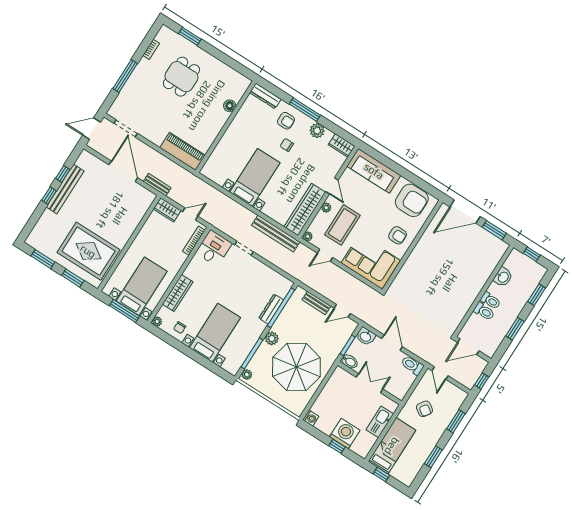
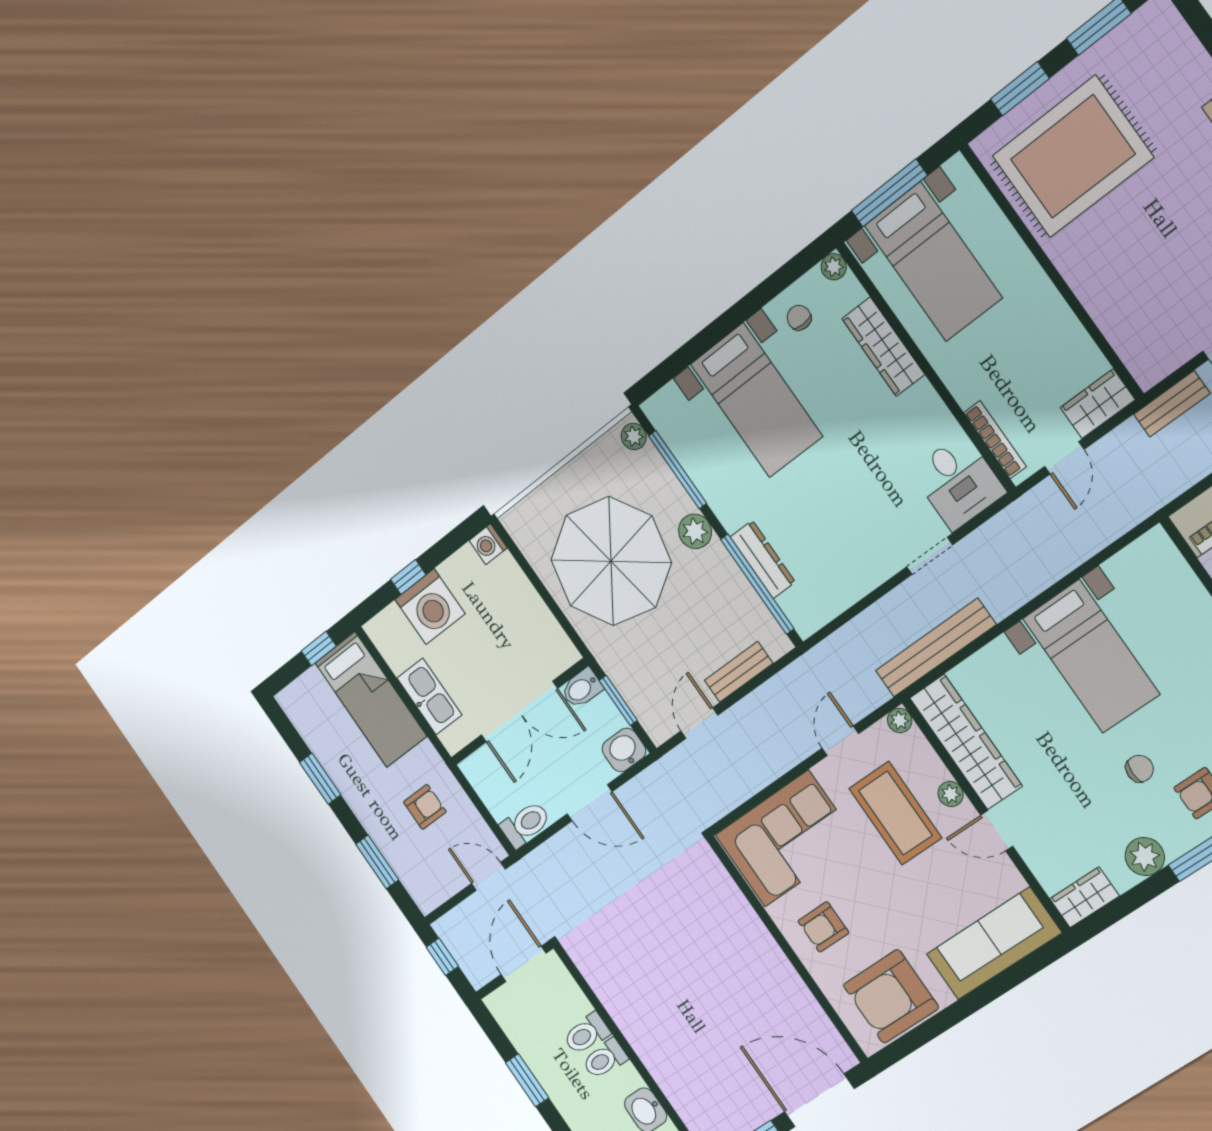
door: (465, 212) -> (819, 1100), hinge flipped
double door: (370, 383) -> (519, 712), width x1.37
armchair: (424, 409) -> (425, 807), turned 146

